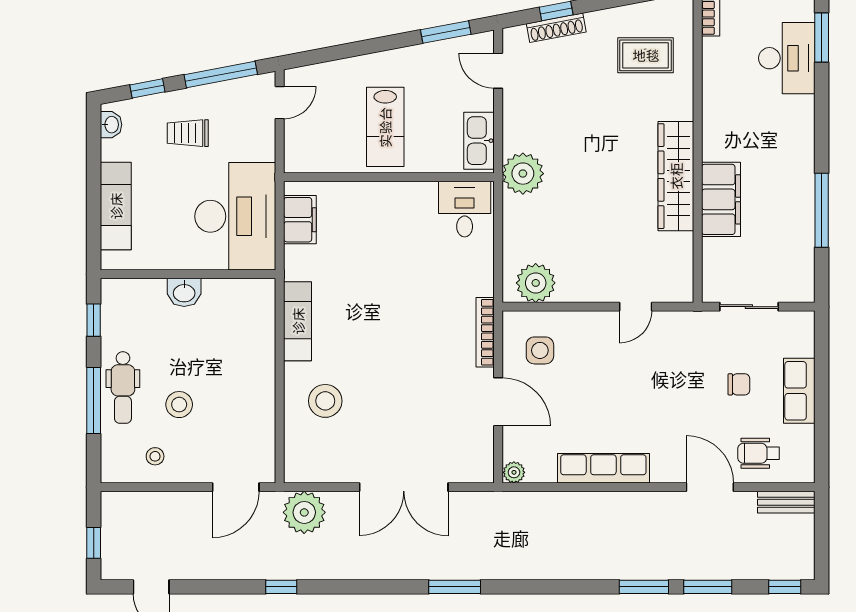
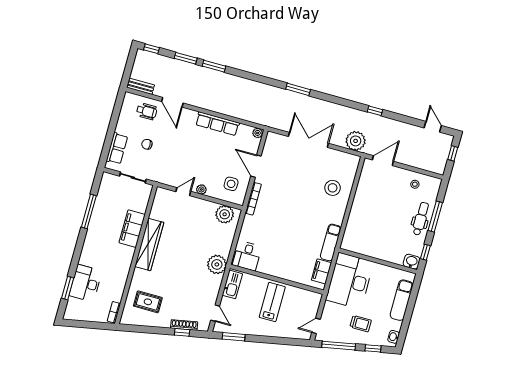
washbasin: (184, 292) -> (412, 262), moved
exam couch: (298, 321) -> (331, 242), moved
plant: (599, 321) -> (201, 189), added
row of seats: (799, 391) -> (117, 148), moved
stool: (179, 405) -> (398, 204), removed

